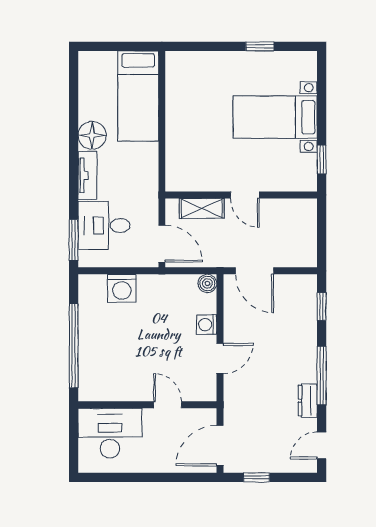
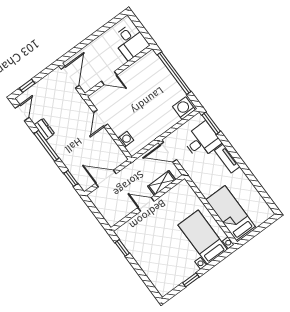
bed with nightstands: (275, 117) -> (203, 237), moved, turned -90
floor lamp: (92, 135) -> (239, 179), removed
door: (254, 271) -> (106, 179), moved
boiler: (207, 283) -> (133, 149), removed
washing machine: (122, 288) -> (184, 108), moved
washing machine: (207, 325) -> (126, 139), moved
desk: (110, 433) -> (131, 42), width x0.73
window: (257, 477) -> (27, 86), moved

